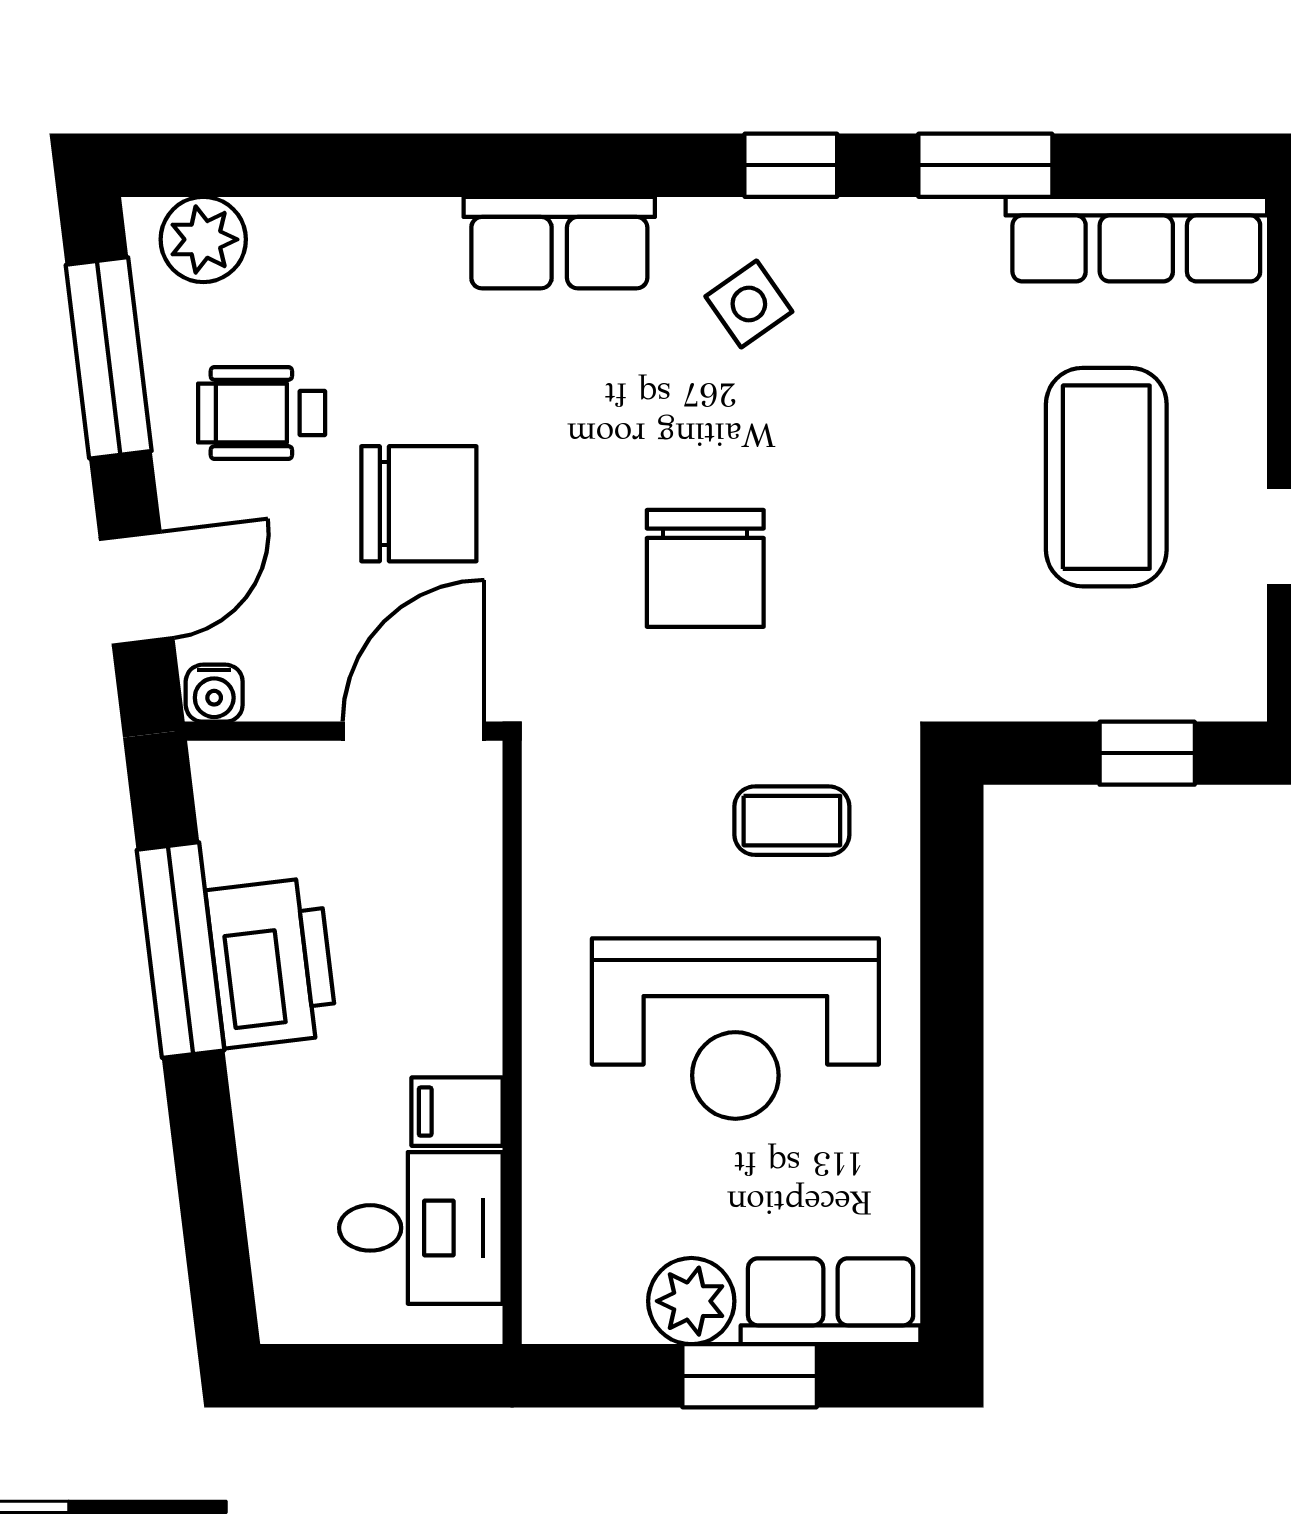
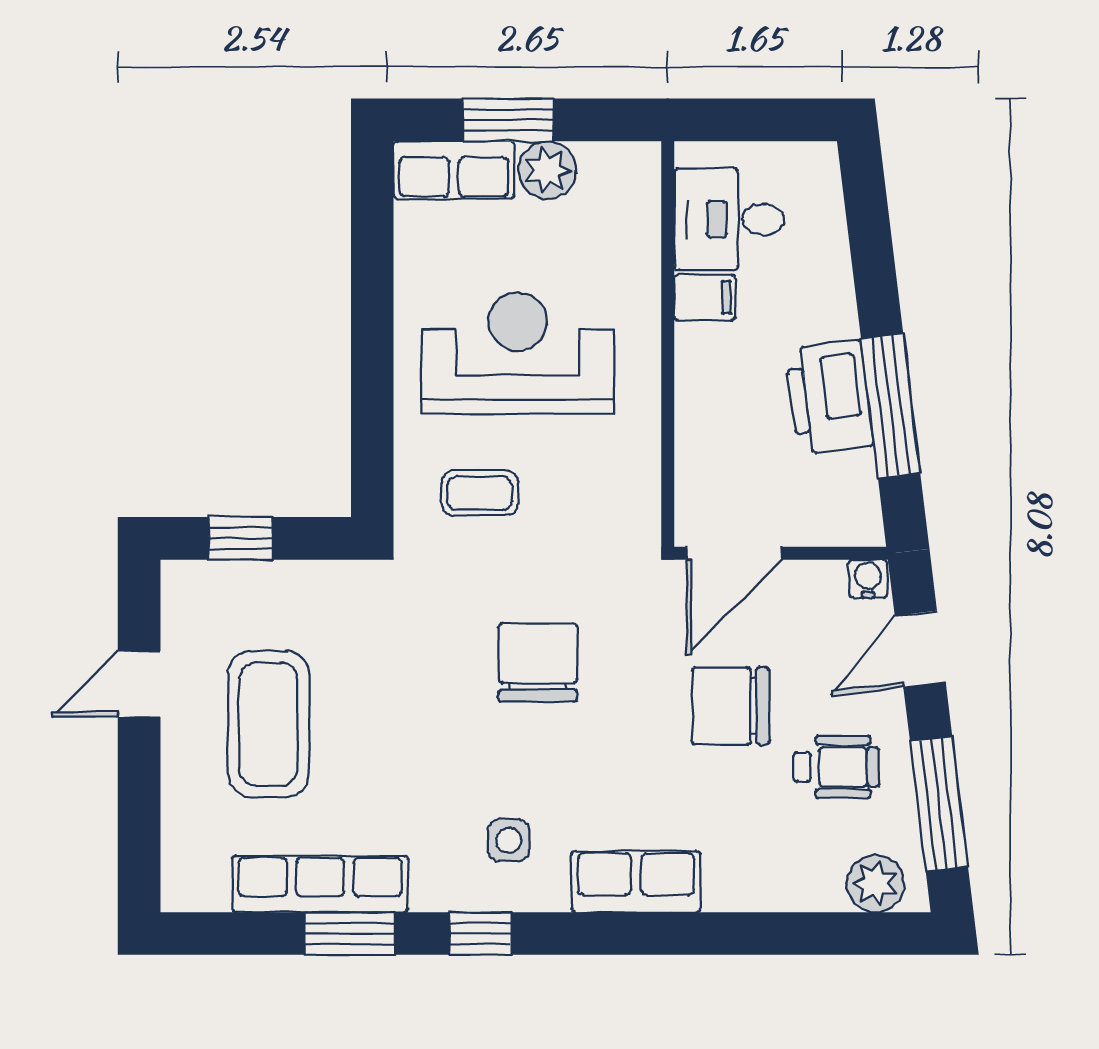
row of seats: (1136, 239) -> (320, 884), moved
side table: (749, 304) -> (509, 840), turned 35

